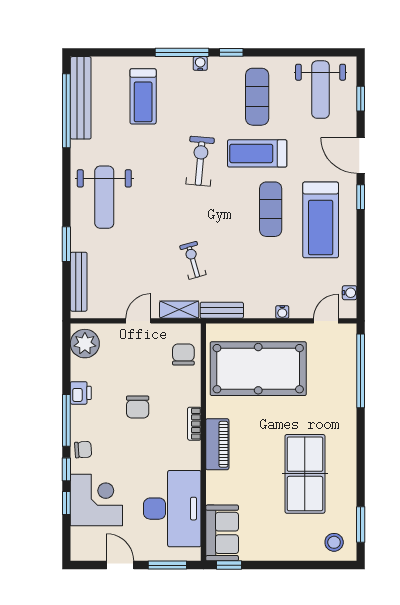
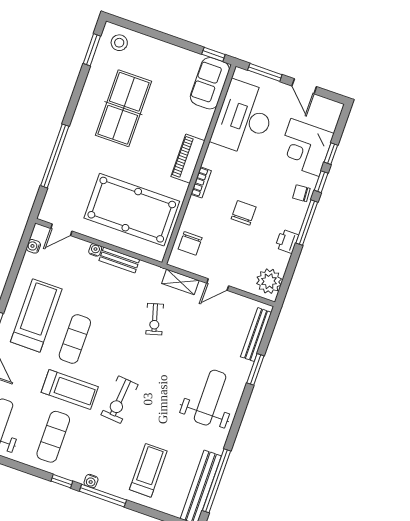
bench: (222, 310) -> (119, 260), moved
window: (361, 371) -> (55, 156), moved

